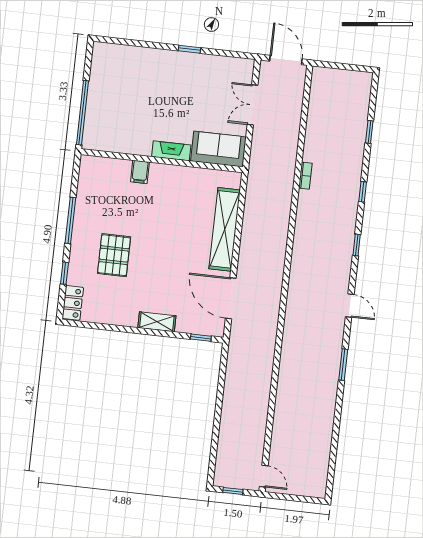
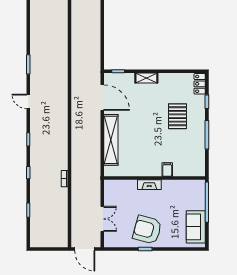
armchair: (183, 79) -> (147, 230), added
sofa: (218, 149) -> (196, 227), moved, turned 90

